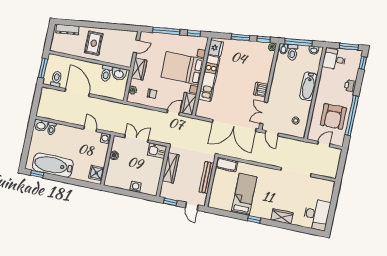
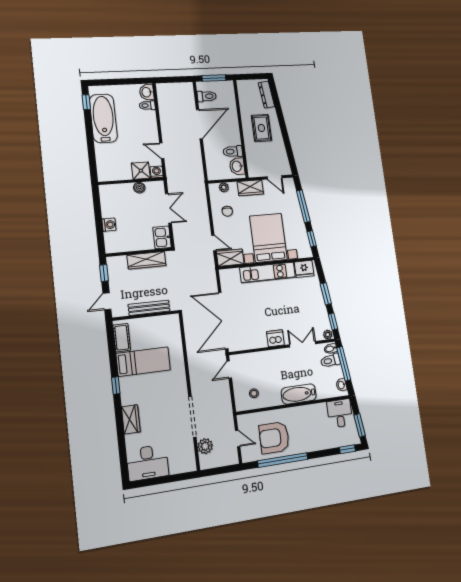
rug: (94, 43) -> (261, 128), turned 90
printer: (350, 86) -> (316, 444), removed
double door: (264, 113) -> (303, 344), moved
door: (90, 129) -> (162, 151), swing flipped
cot: (227, 164) -> (122, 338), moved
plant: (320, 170) -> (205, 446), added
shower: (96, 173) -> (141, 171), moved

